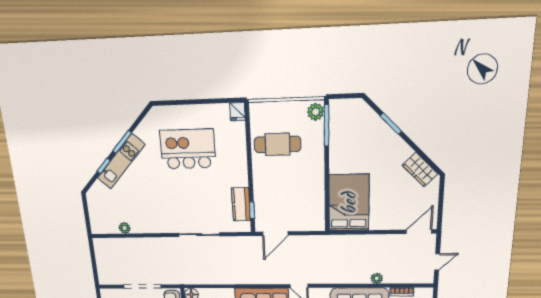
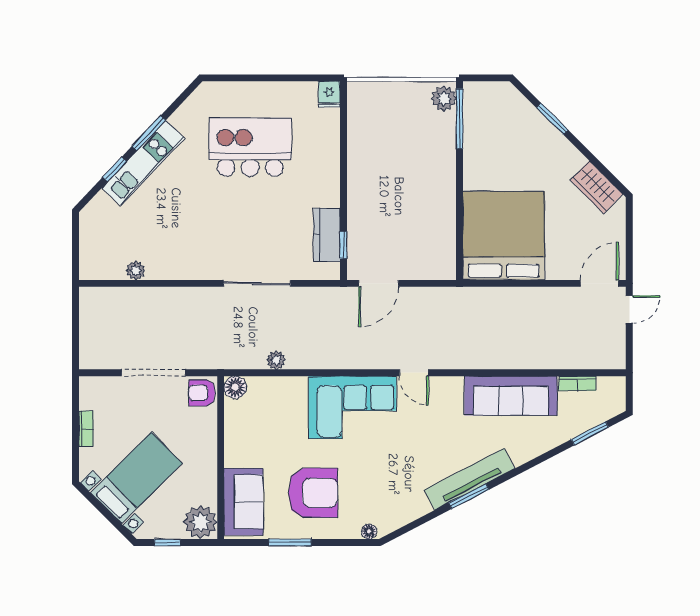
cafe table: (277, 144) -> (387, 144), removed
bed: (349, 203) -> (504, 236), width x1.36
door: (437, 262) -> (629, 309), moved
plant: (377, 278) -> (276, 360), moved

